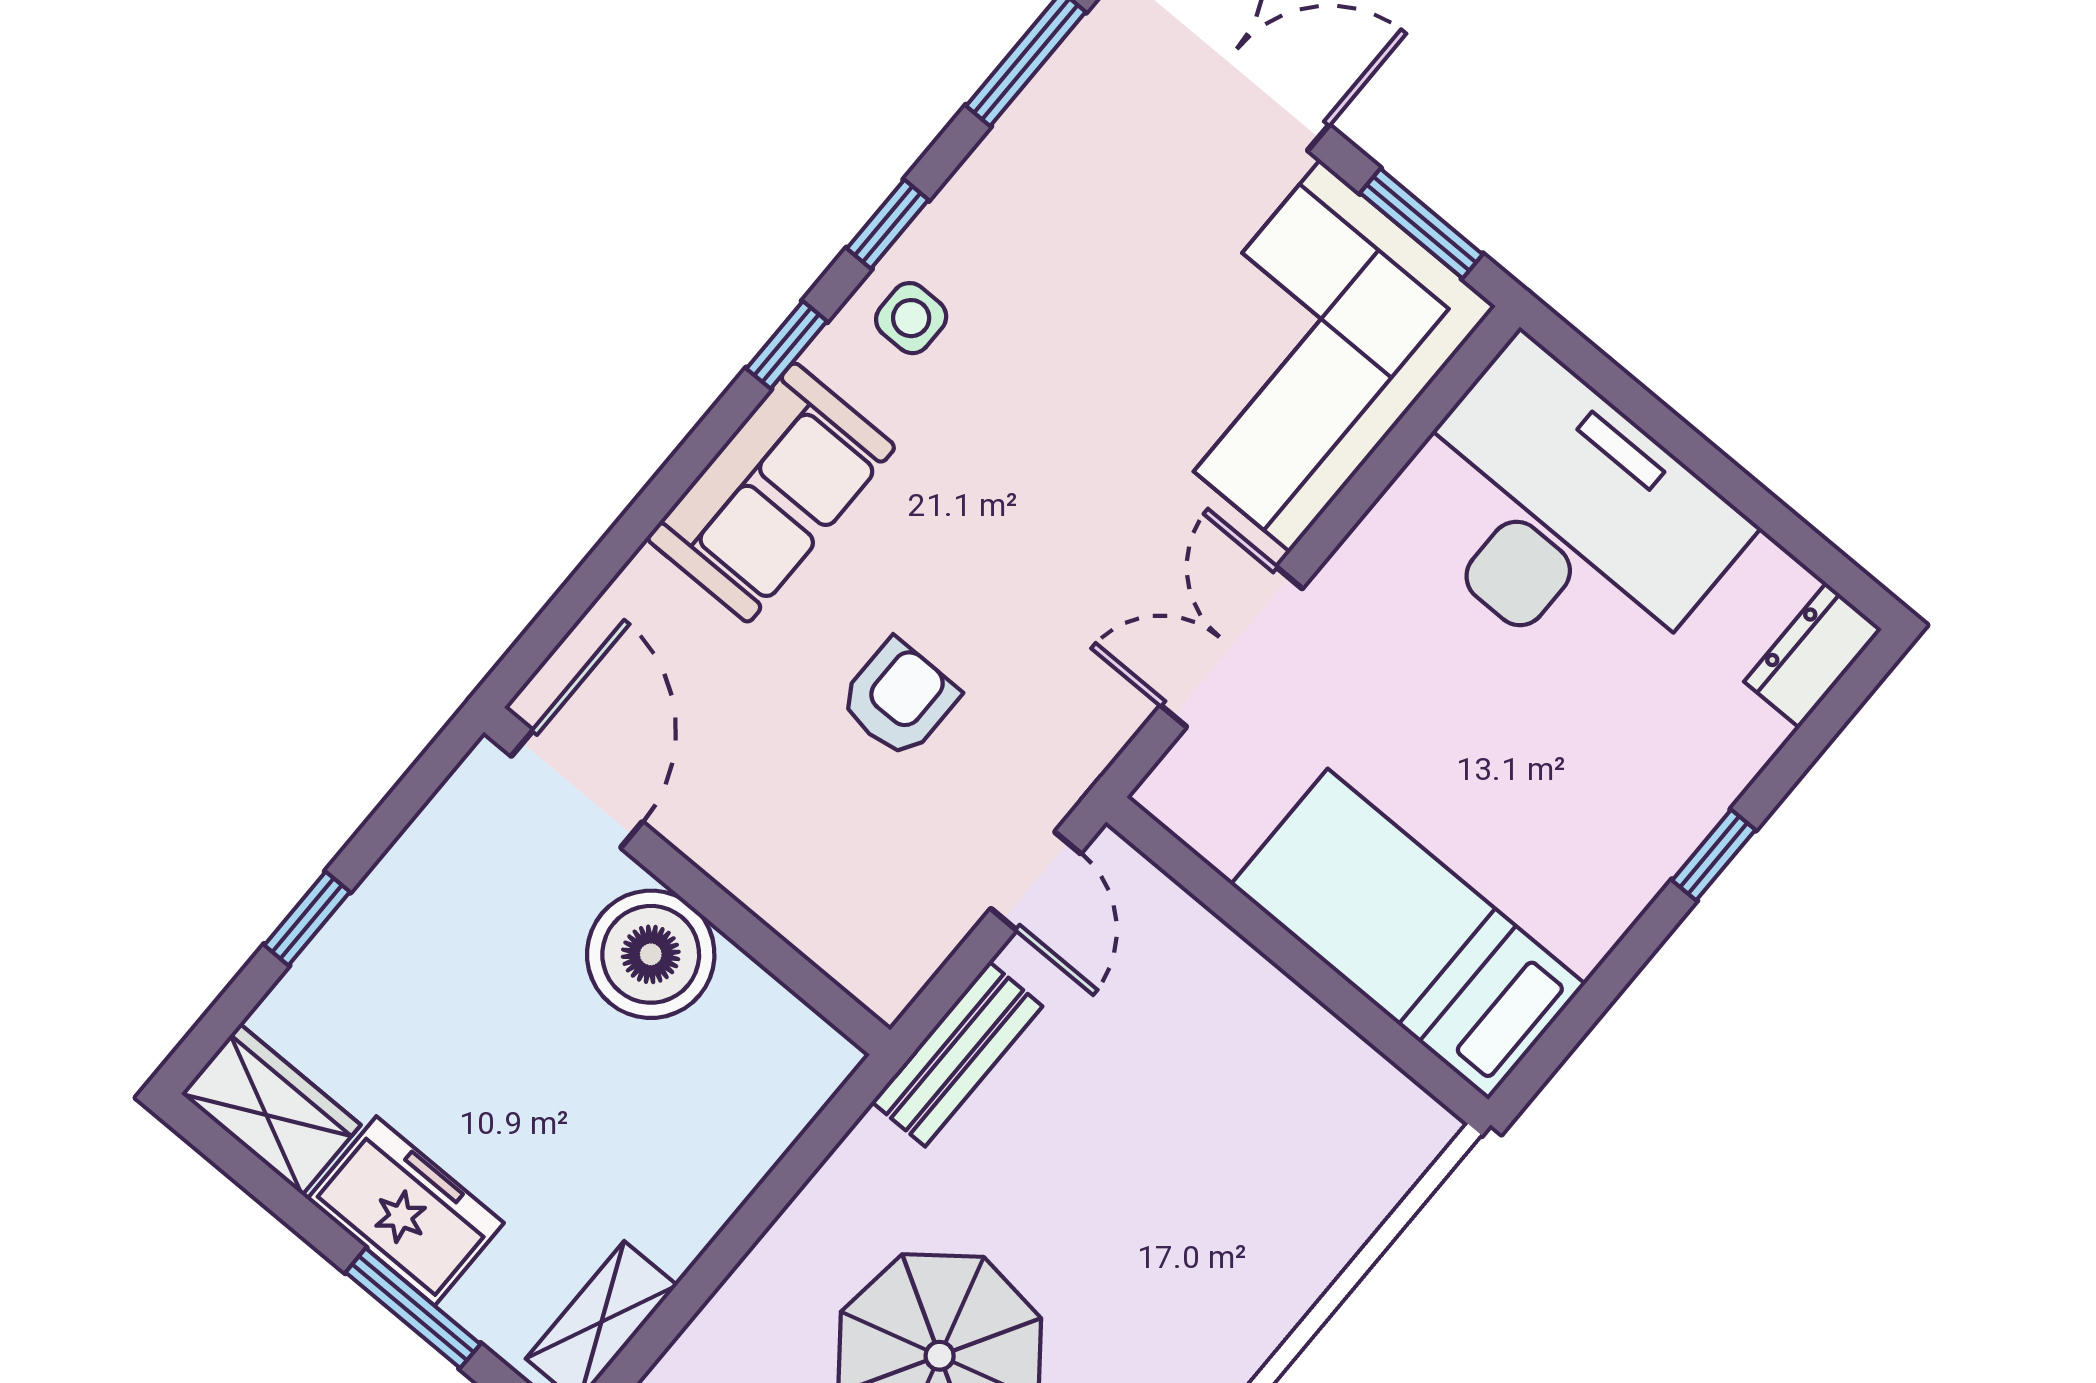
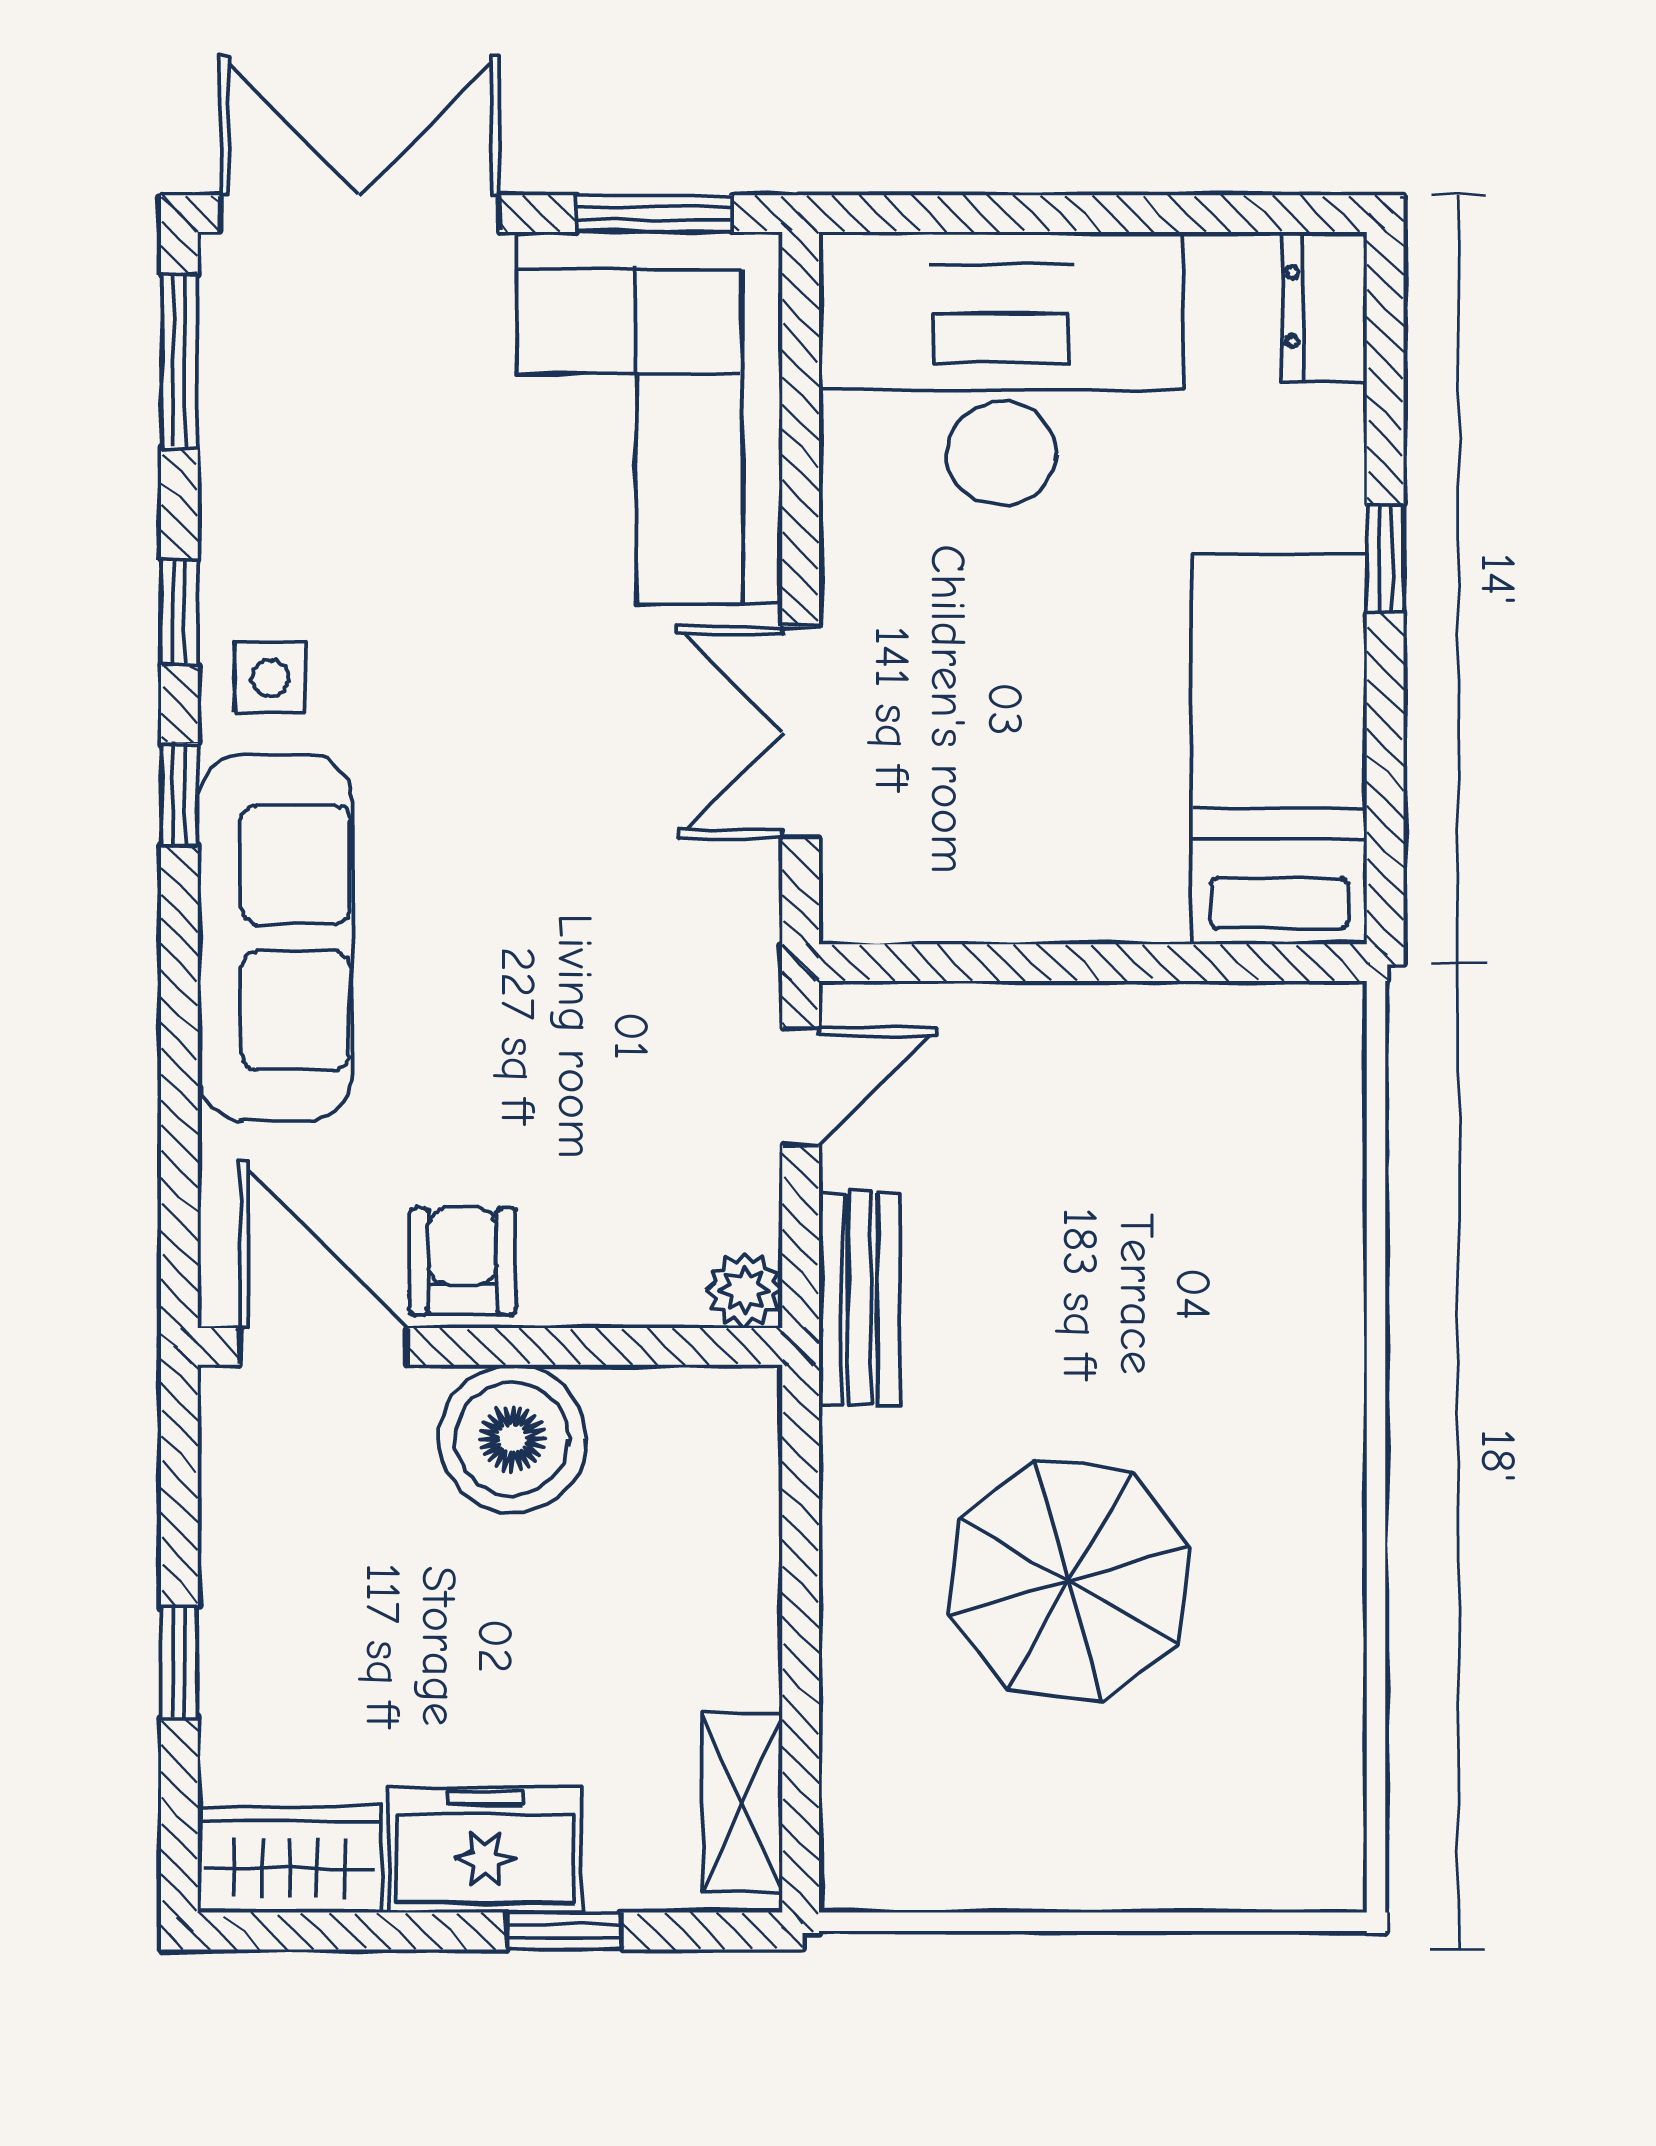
sofa: (771, 492) -> (275, 938), width x1.36
armchair: (899, 699) -> (463, 1261), moved
door: (1036, 881) -> (801, 1087), hinge flipped
bed: (1408, 934) -> (1279, 749), moved, turned 90
plant: (886, 984) -> (744, 1290), added
window: (413, 1308) -> (564, 1931), width x0.67

